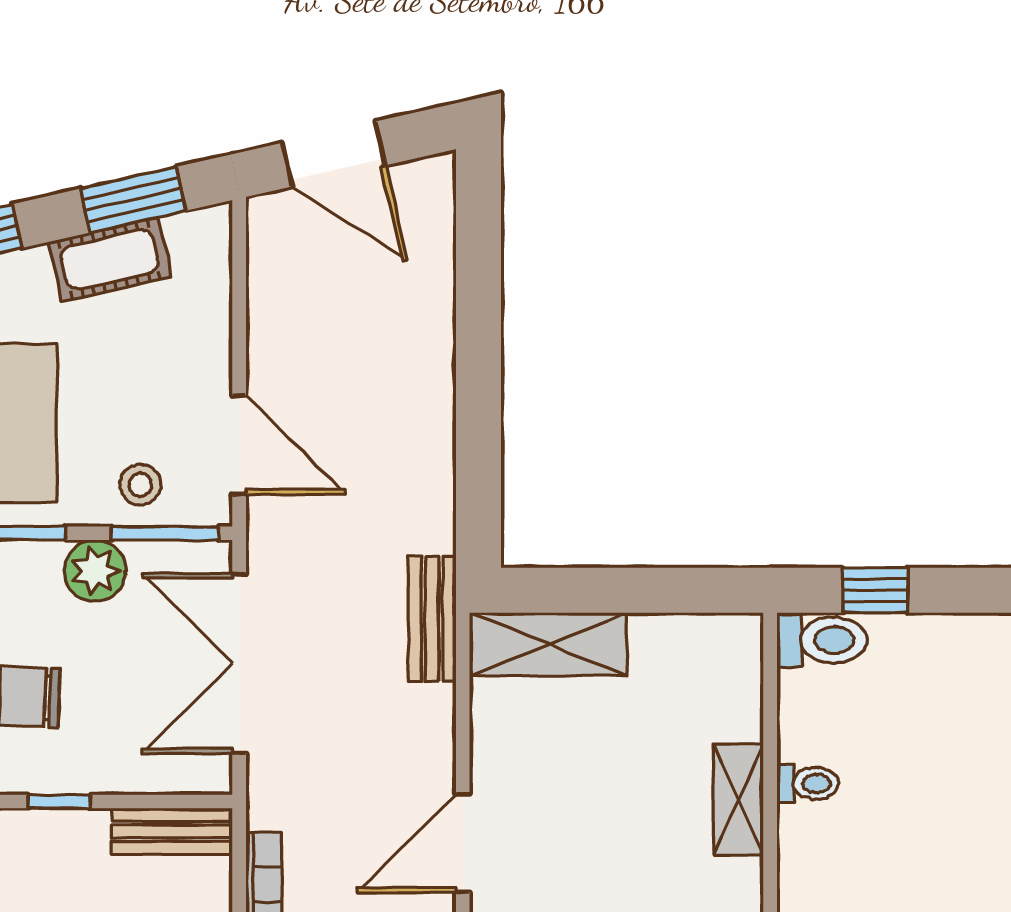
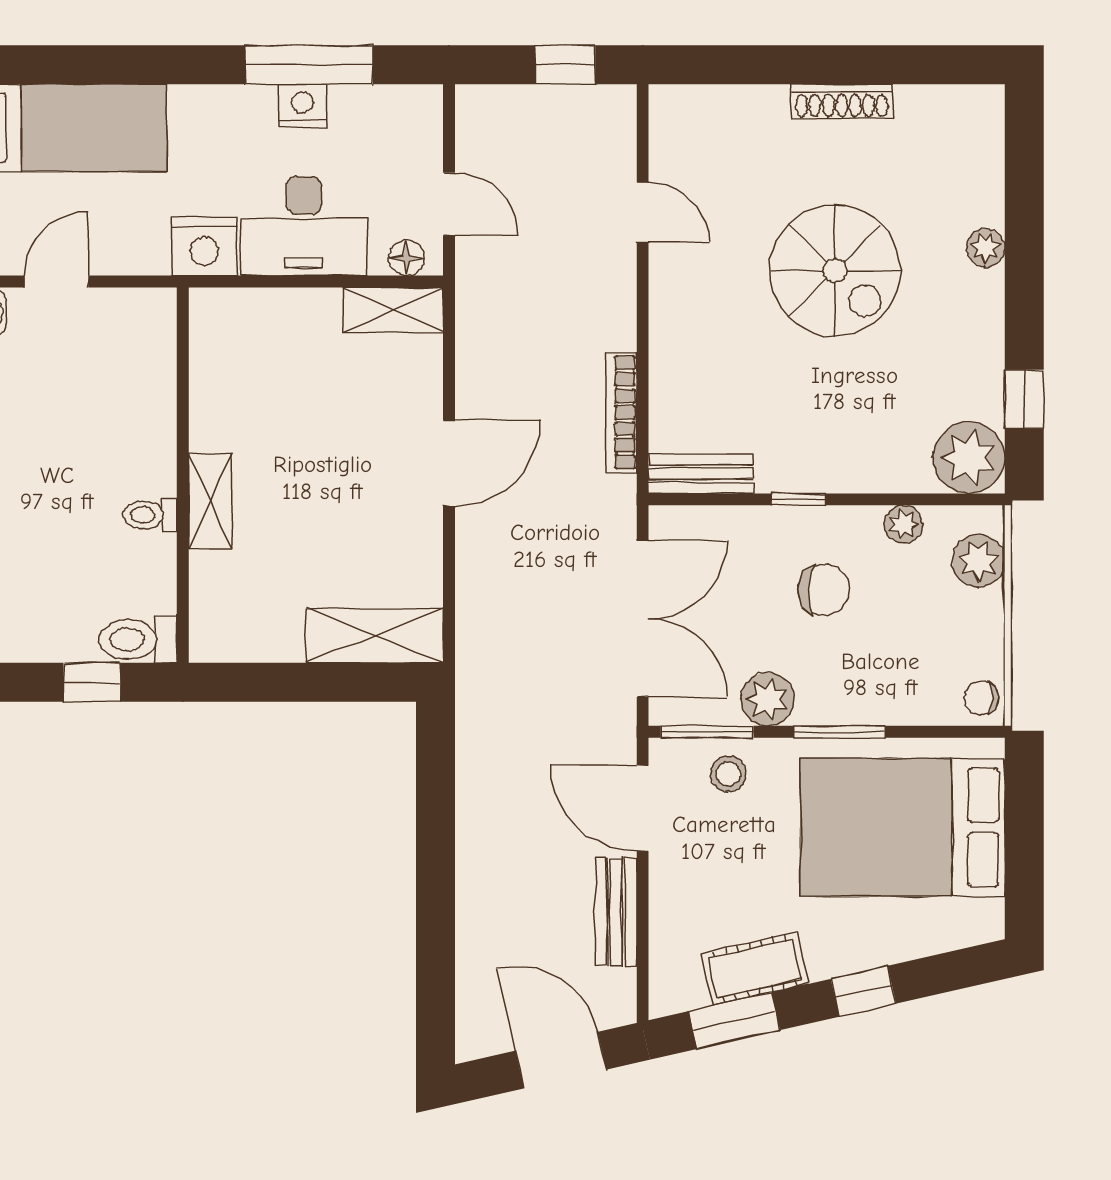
bench: (432, 619) -> (616, 912), moved

